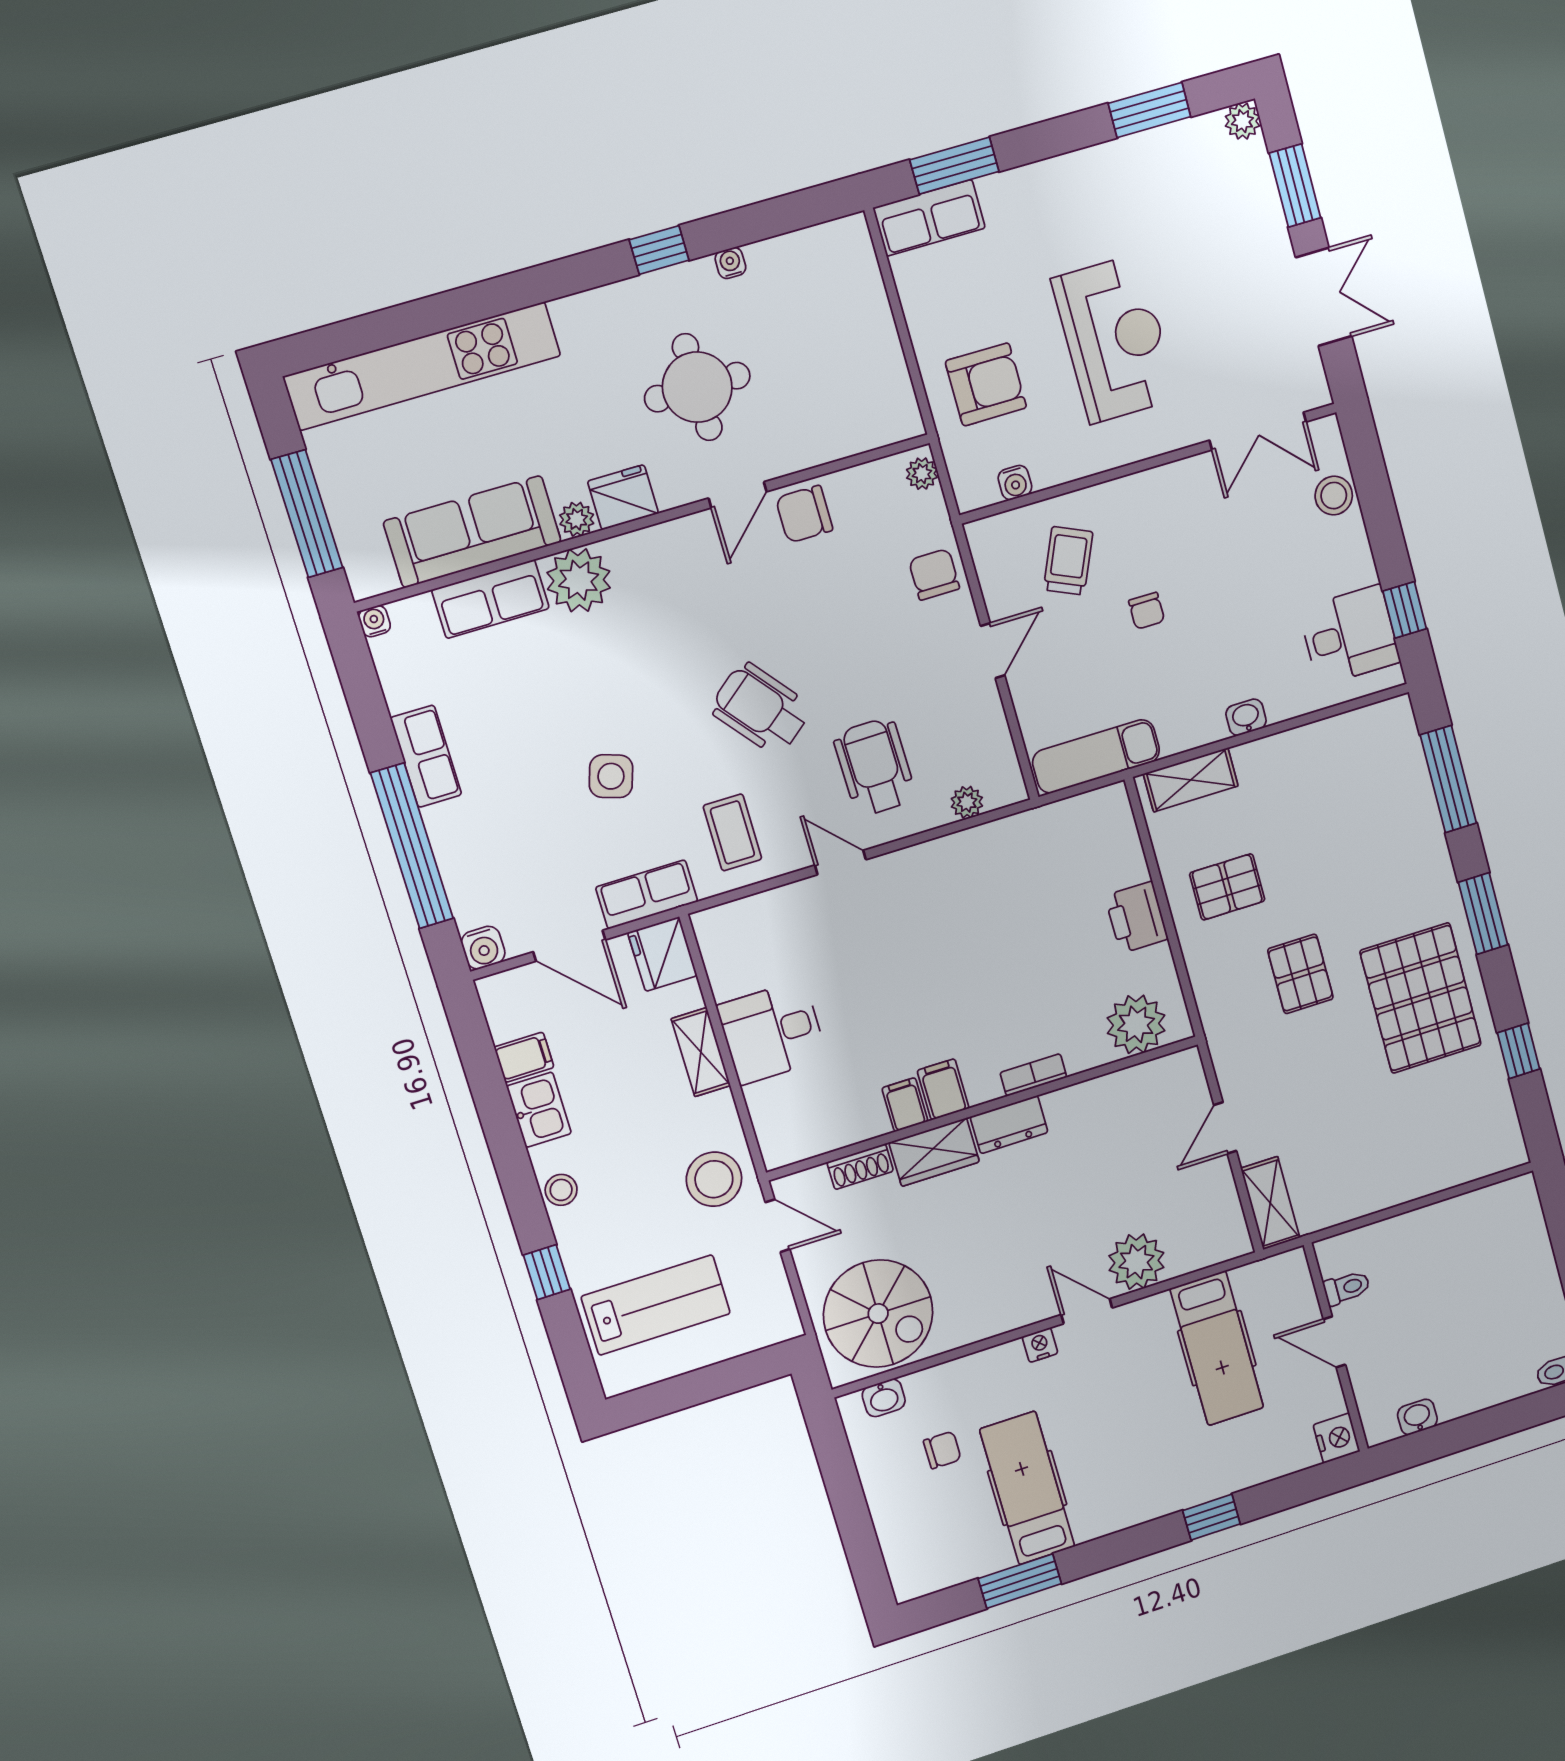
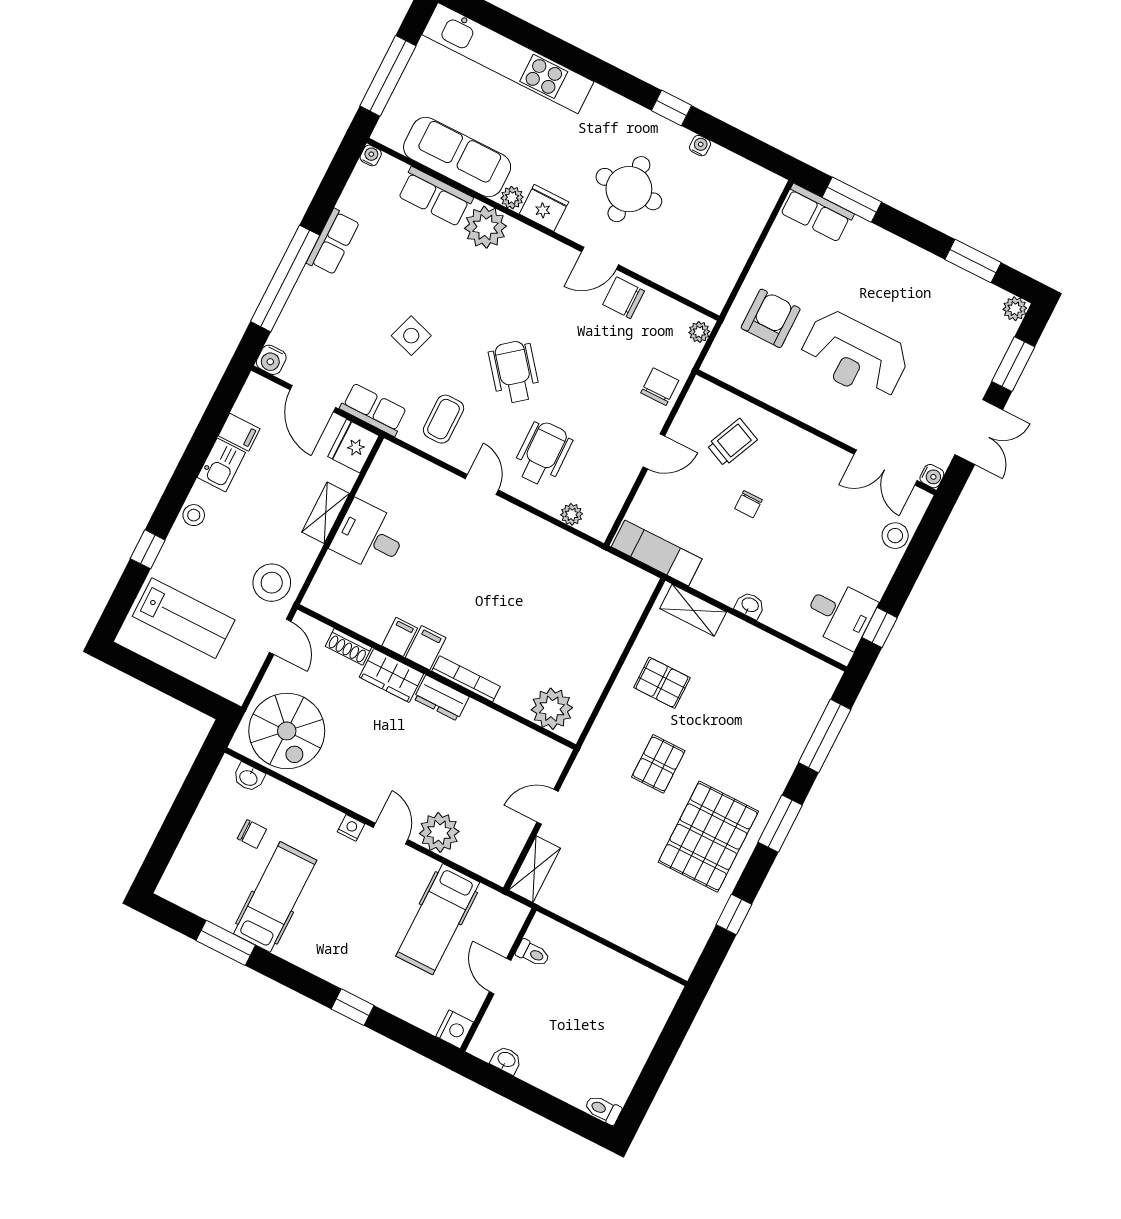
reception desk: (1115, 339) -> (855, 355), turned 90
armchair: (986, 384) -> (771, 318), turned -90
water cooler: (1015, 483) -> (932, 476), moved, turned -90
printer: (1136, 917) -> (602, 654), removed
bookcase: (1033, 1075) -> (466, 679), width x1.56

